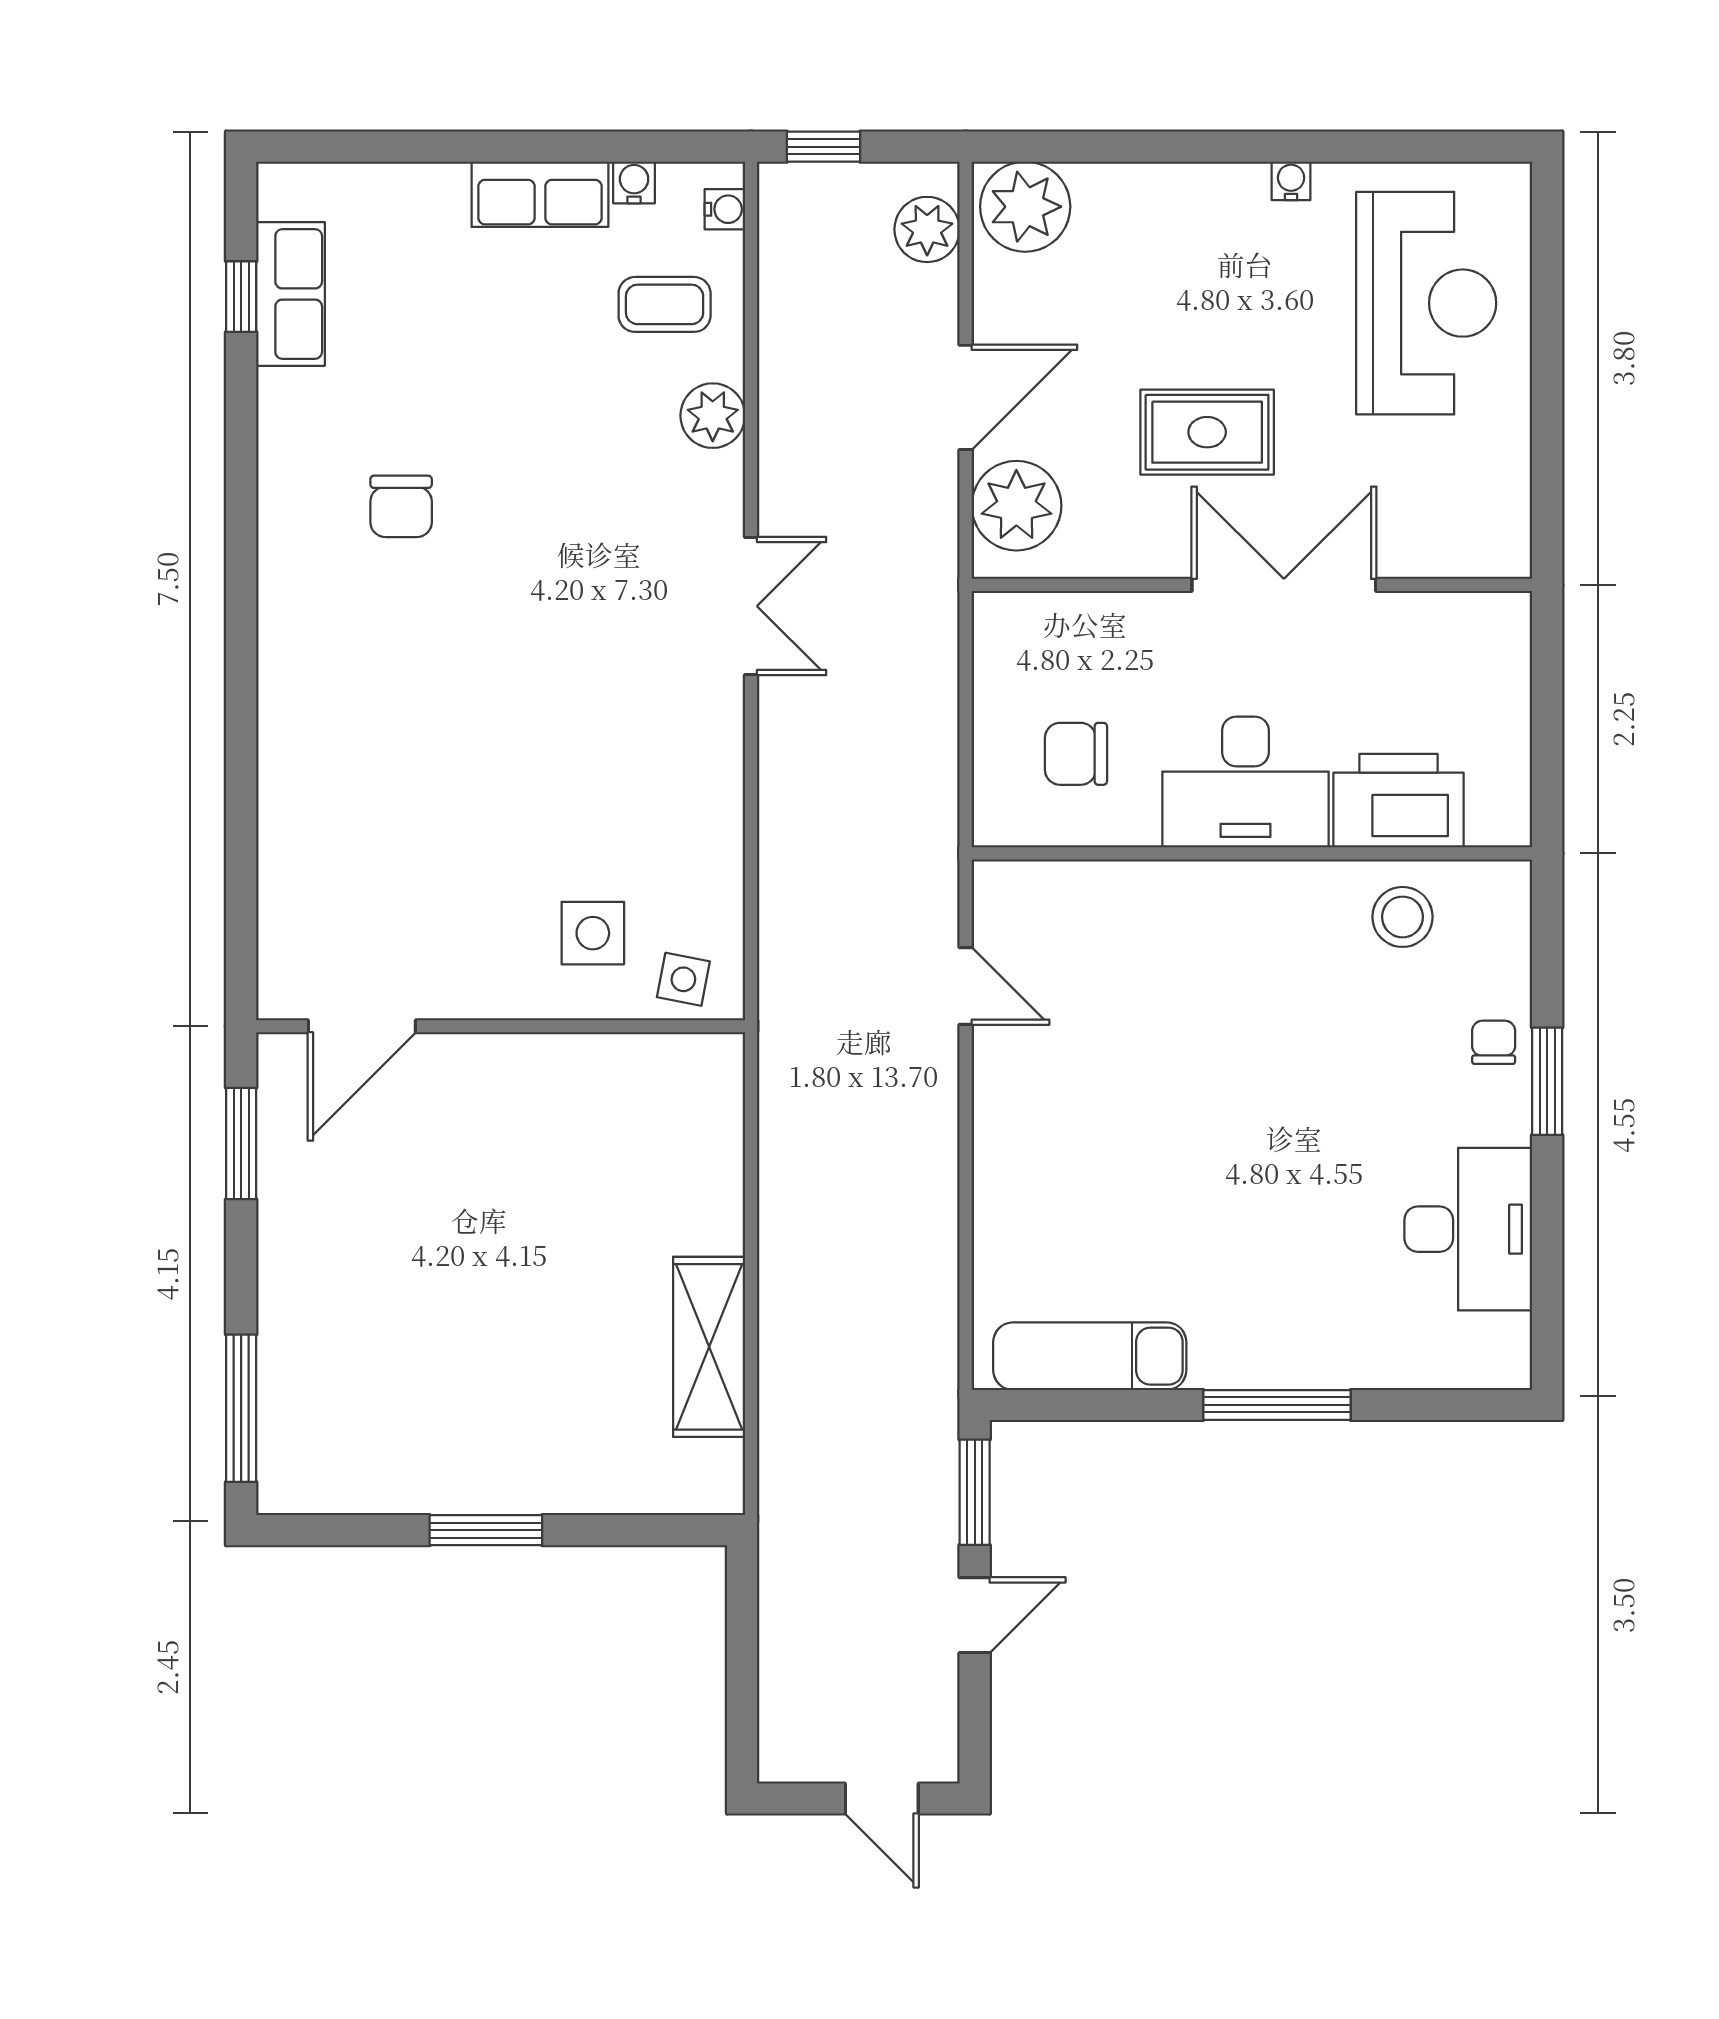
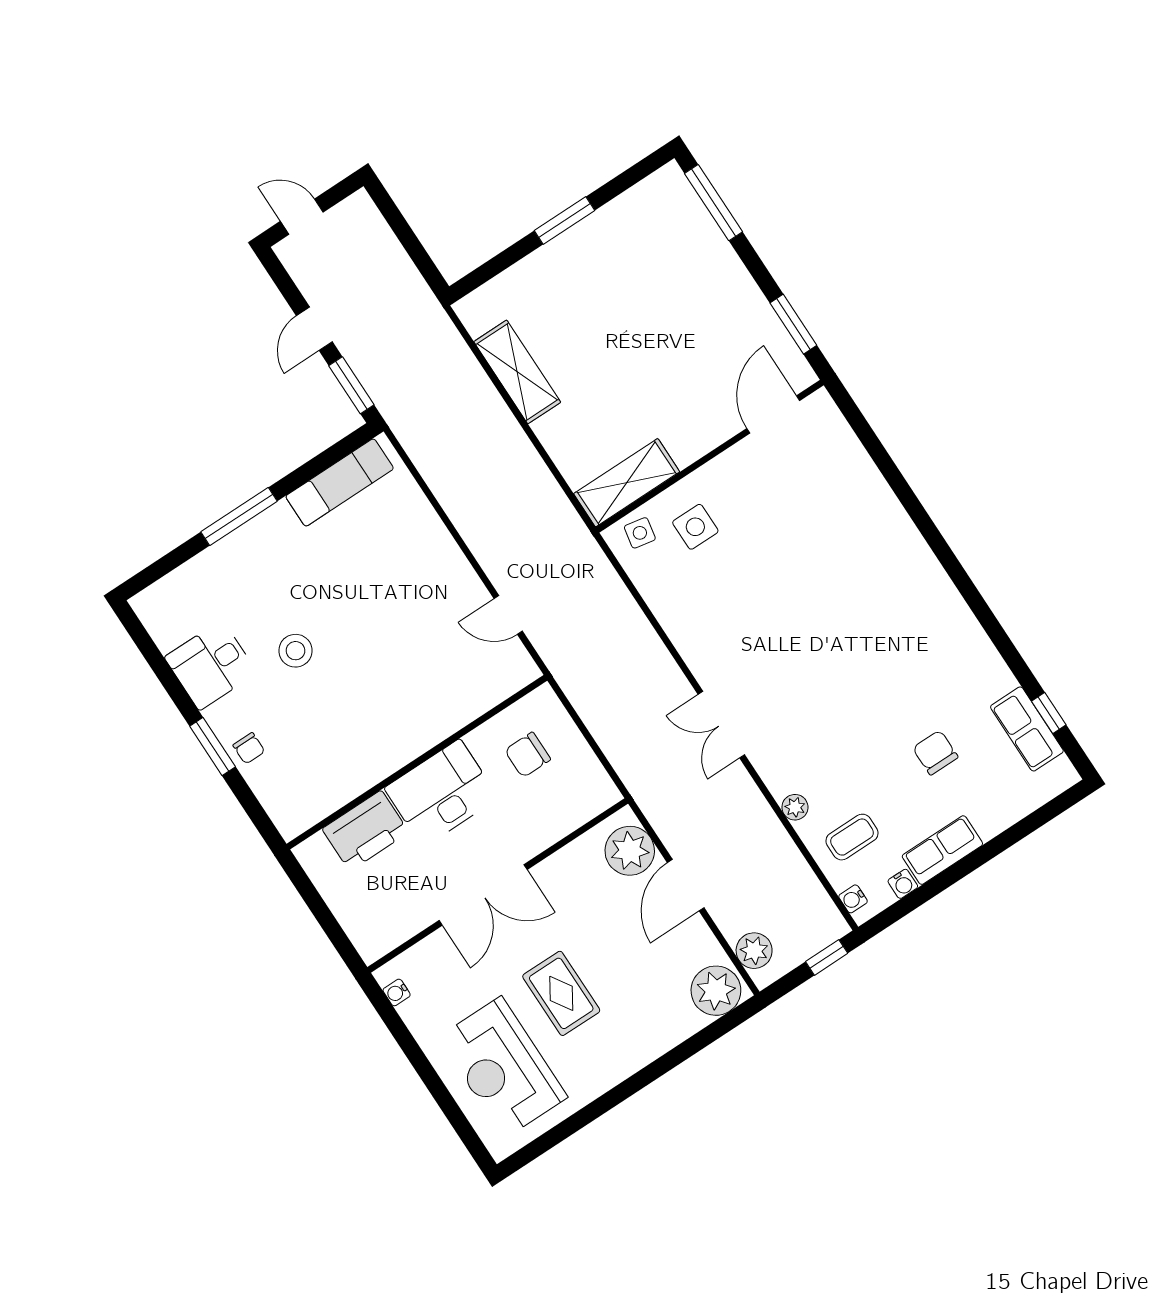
water cooler: (1291, 181) -> (397, 992), moved, turned 90
plant: (713, 416) -> (795, 807), width x0.73, depth x0.73
rug: (1207, 432) -> (561, 993), moved, turned 90
chair: (401, 506) -> (935, 753), moved
chair: (1076, 754) -> (528, 755), turned 180
stool: (1403, 917) -> (296, 651), moved
shelving: (653, 1069) -> (627, 483), added
desk: (1468, 1229) -> (211, 665), width x0.73

